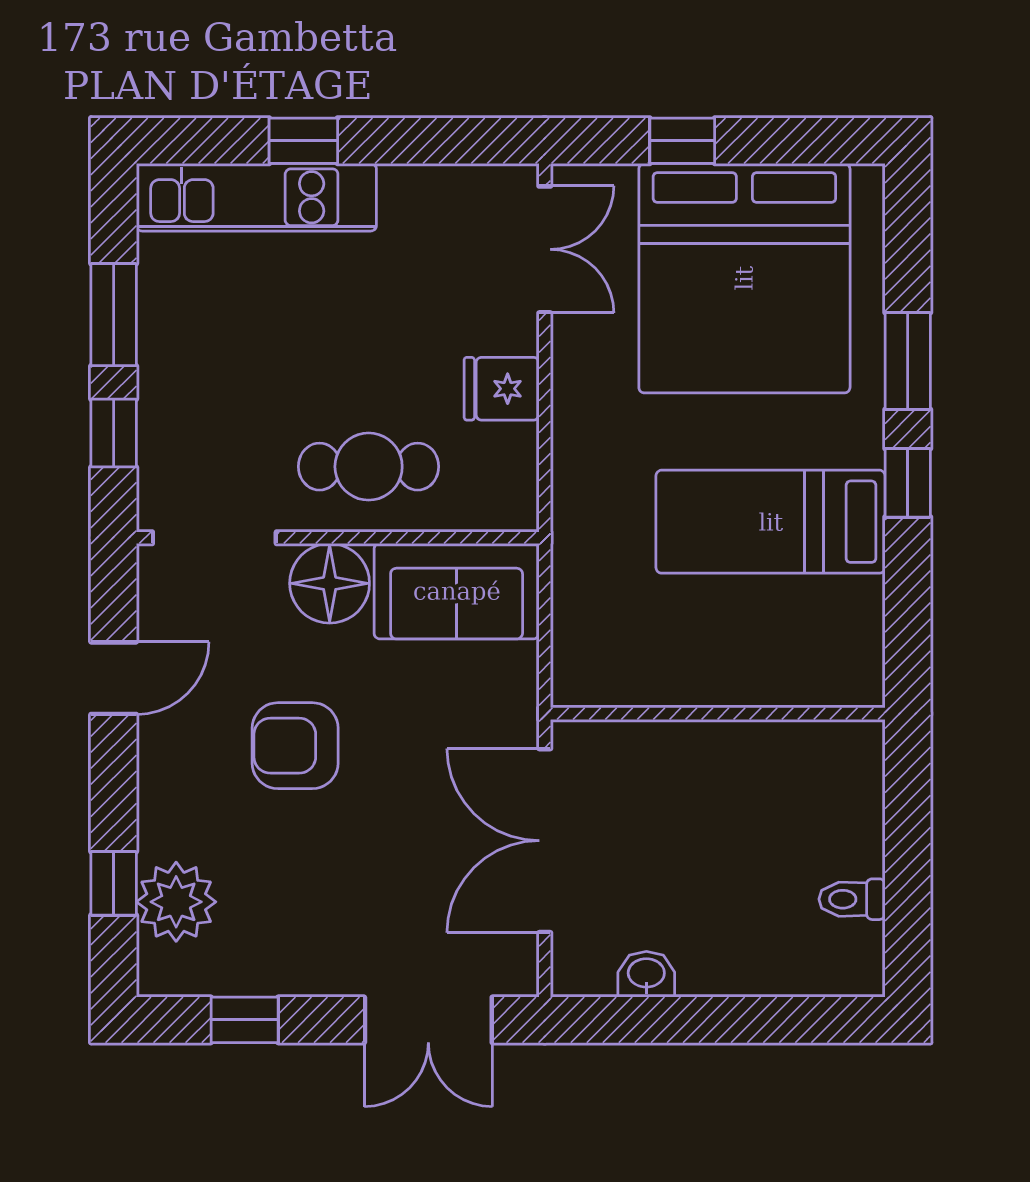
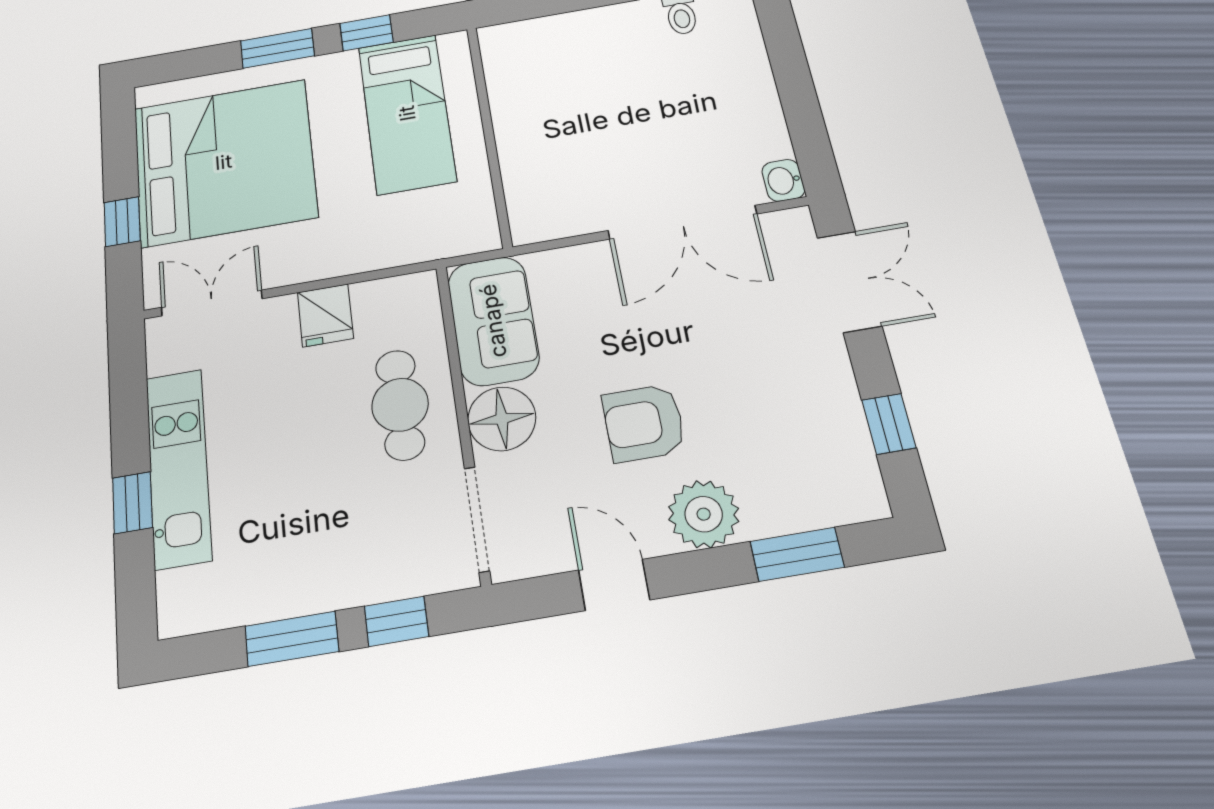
kitchen unit: (256, 197) -> (178, 467), moved
wall: (718, 714) -> (489, 134), moved
armchair: (295, 746) -> (644, 423), turned 90
window: (114, 883) -> (797, 554), width x1.50
plant: (176, 902) -> (704, 514), moved
washbasin: (646, 974) -> (783, 180), moved

